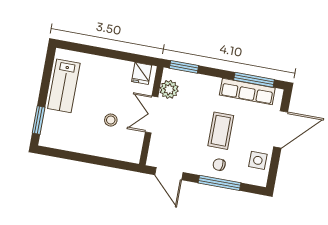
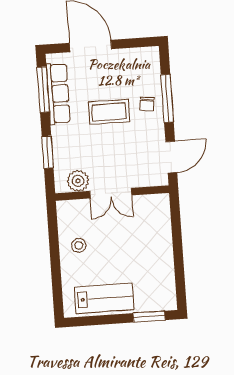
window: (184, 67) -> (48, 152), moved
fridge: (142, 73) -> (68, 216), removed
stool: (111, 120) -> (79, 245), moved
side table: (258, 160) -> (131, 62), removed

